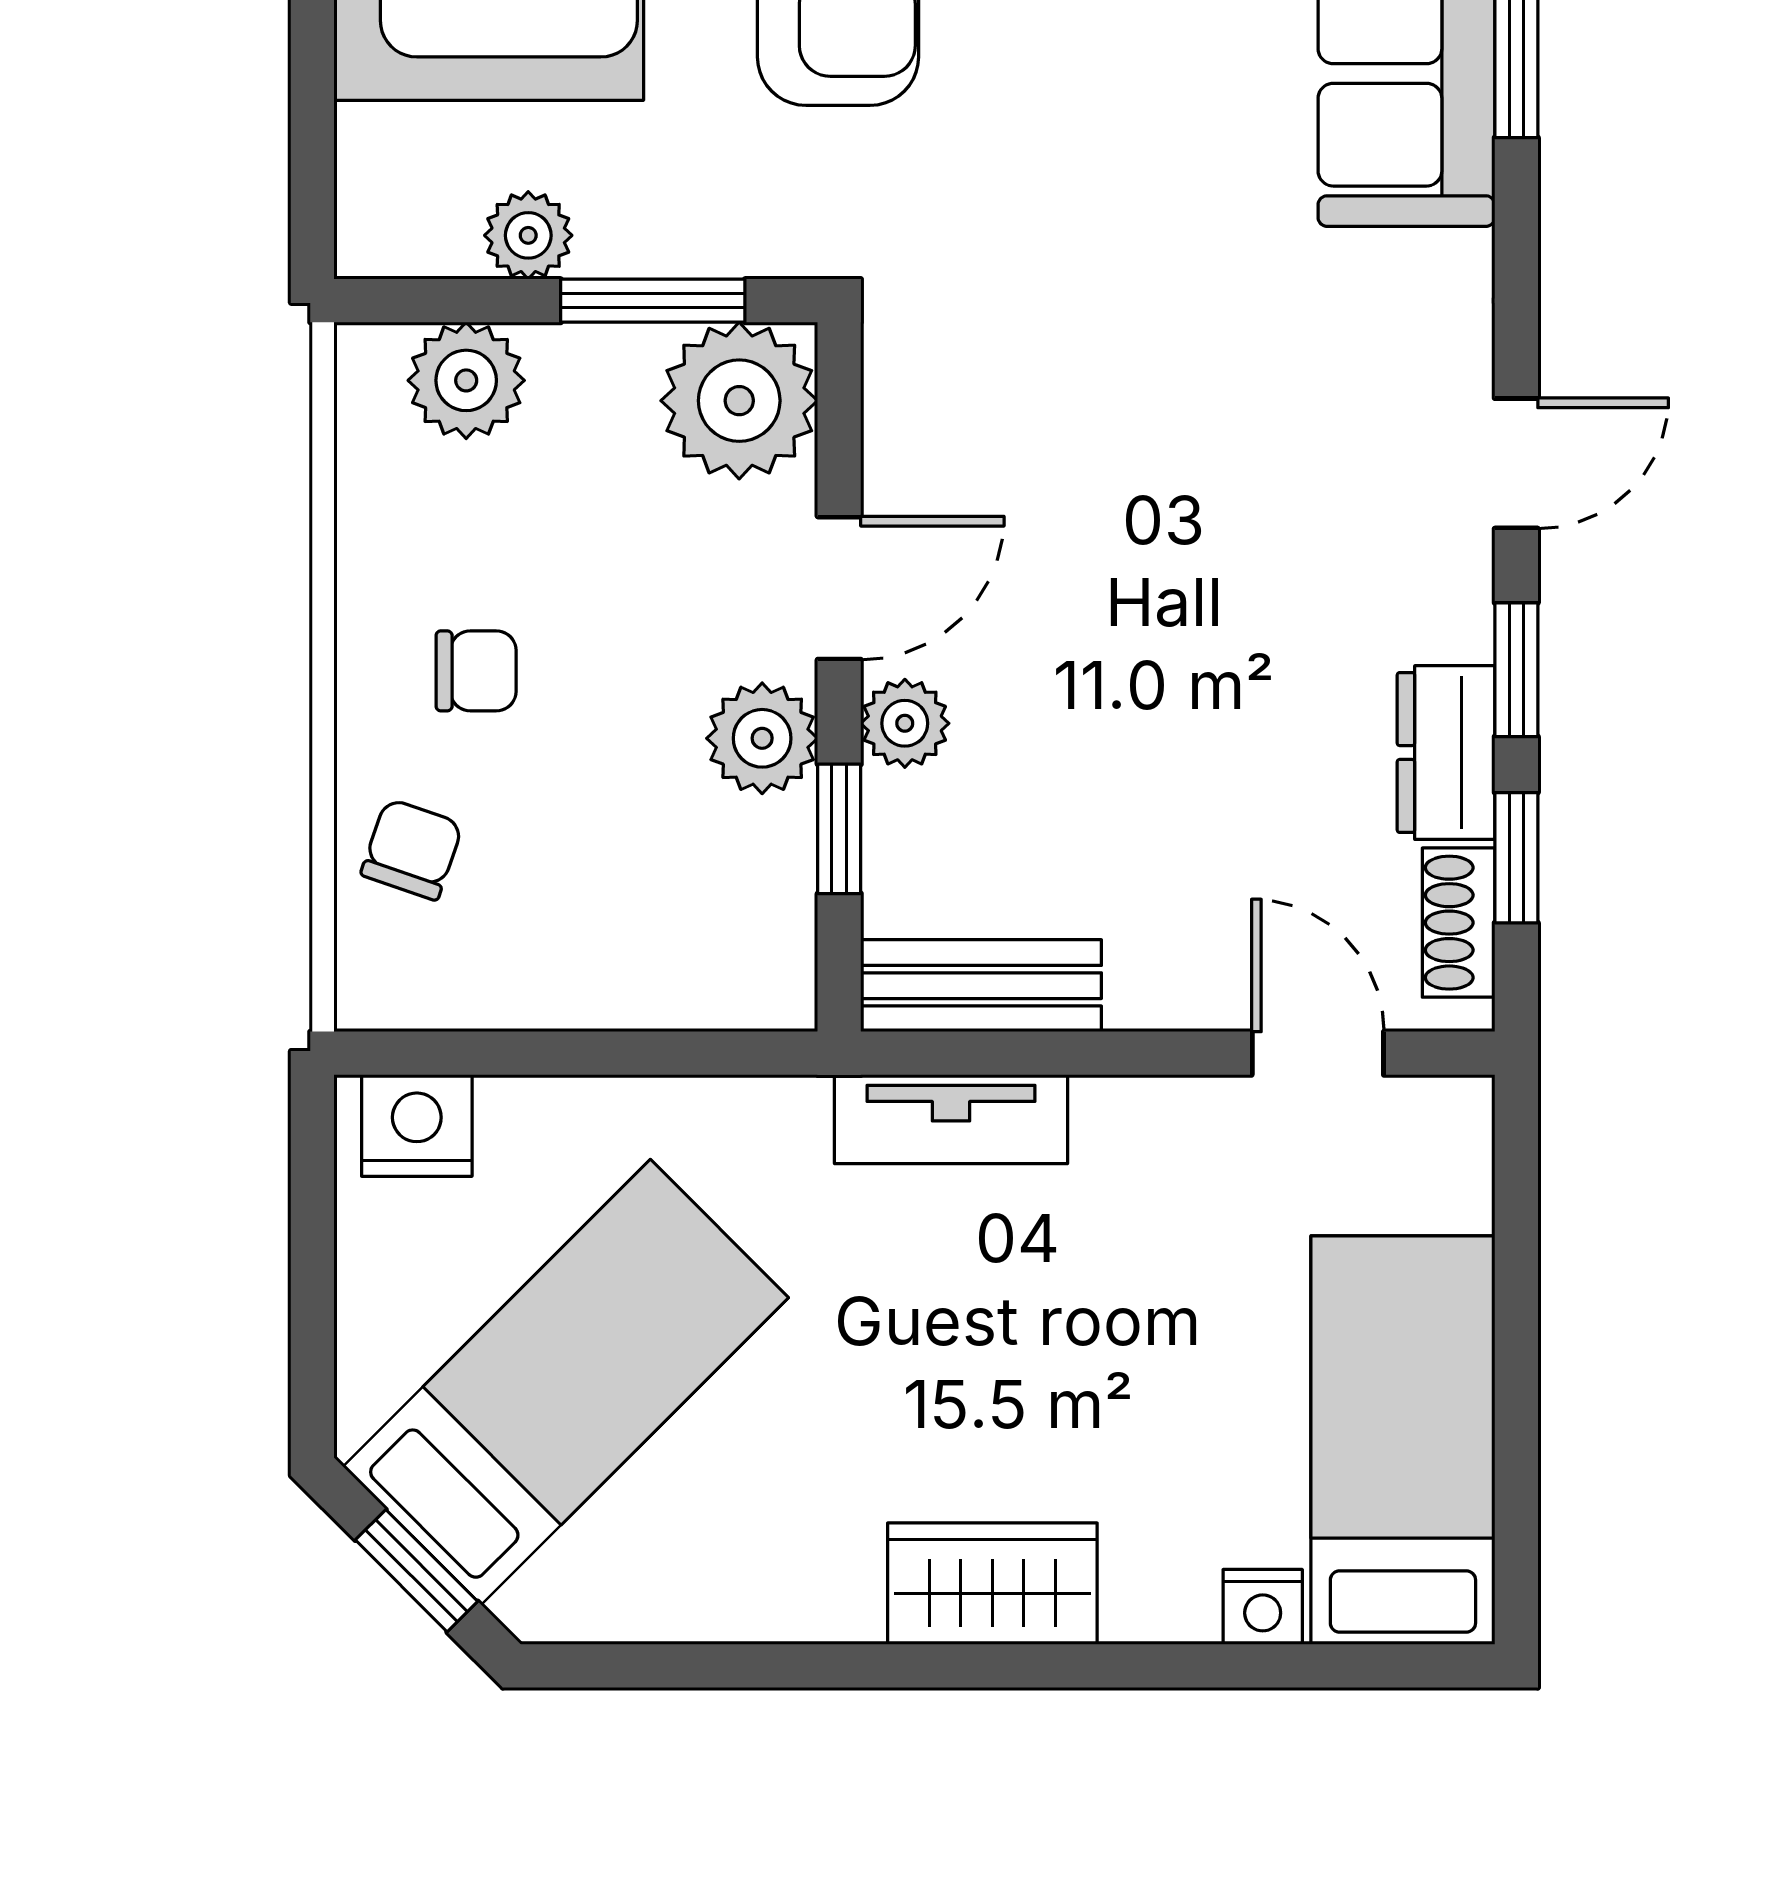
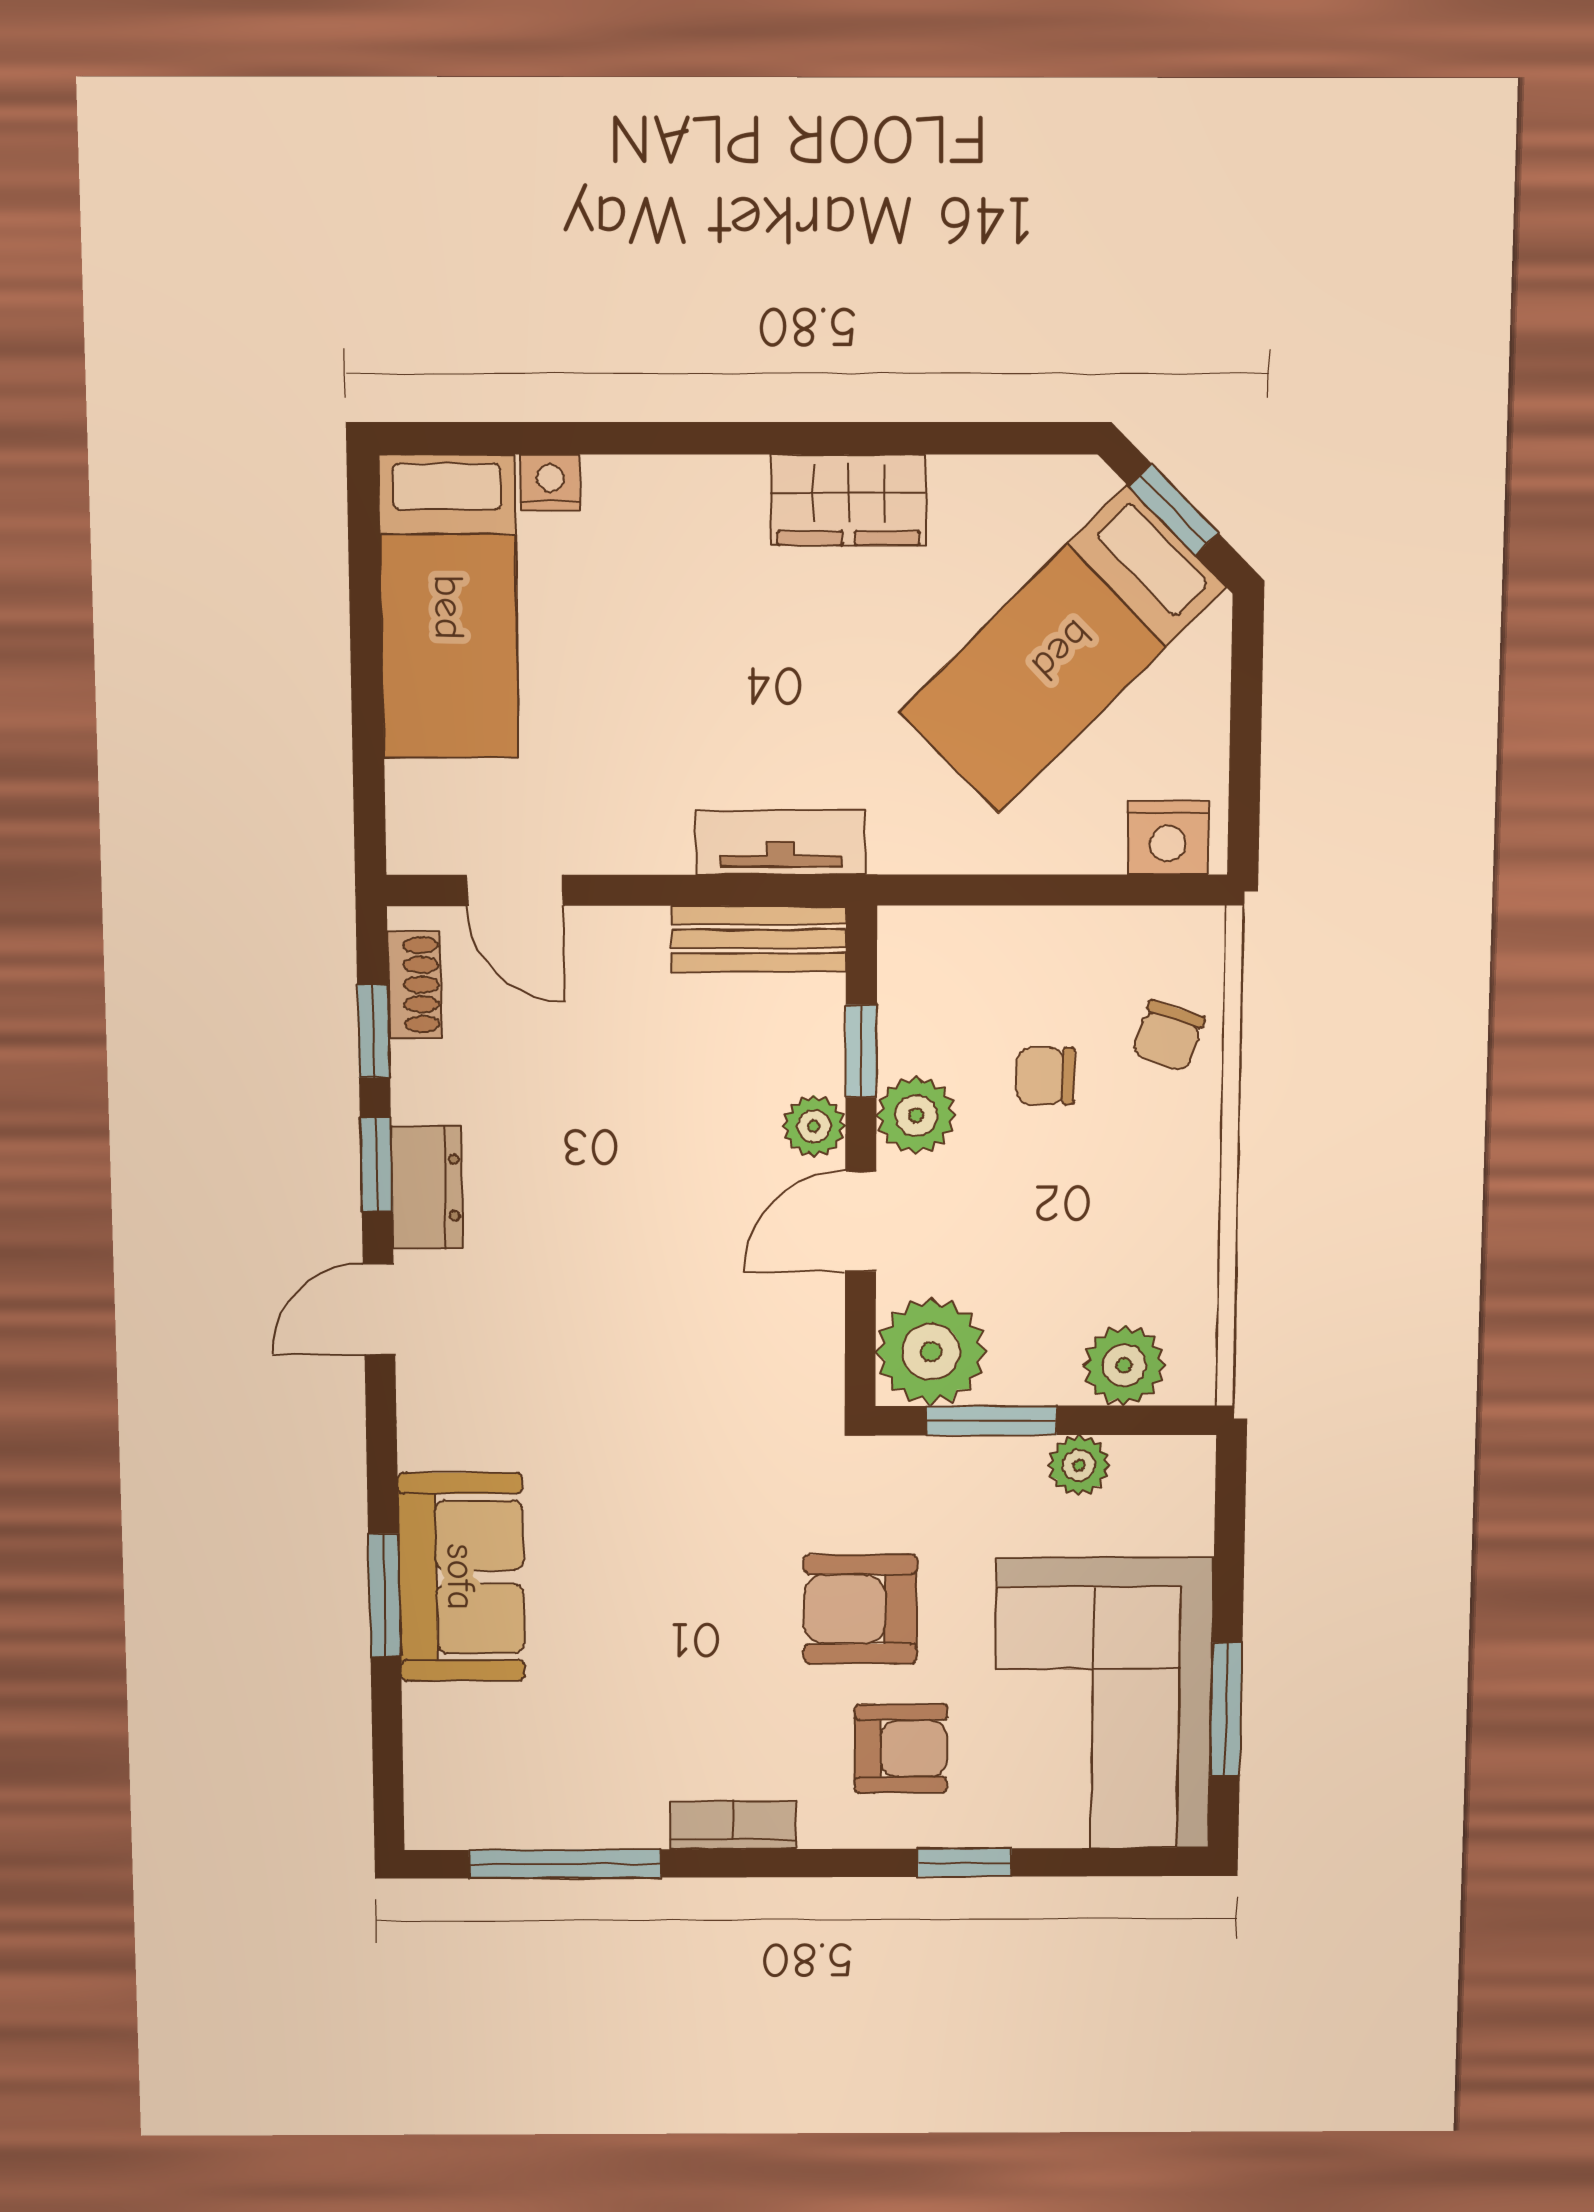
chair: (476, 671) -> (1046, 1076), moved
dresser: (1446, 753) -> (427, 1188), moved
wardrobe: (992, 1584) -> (849, 500), moved

